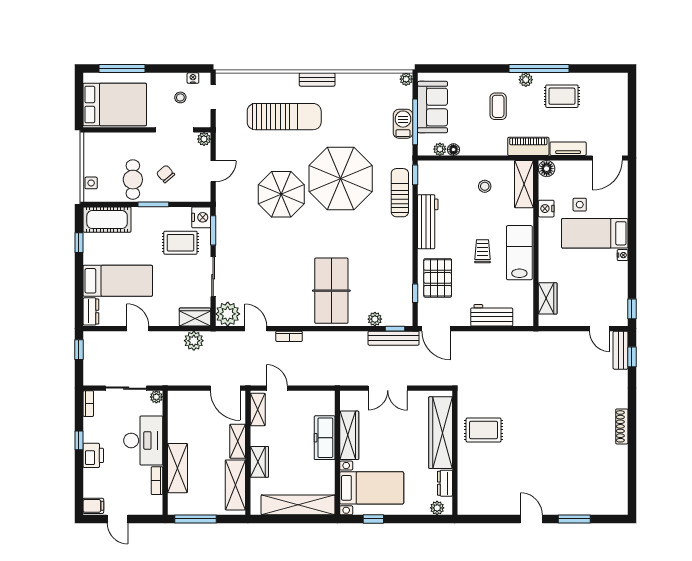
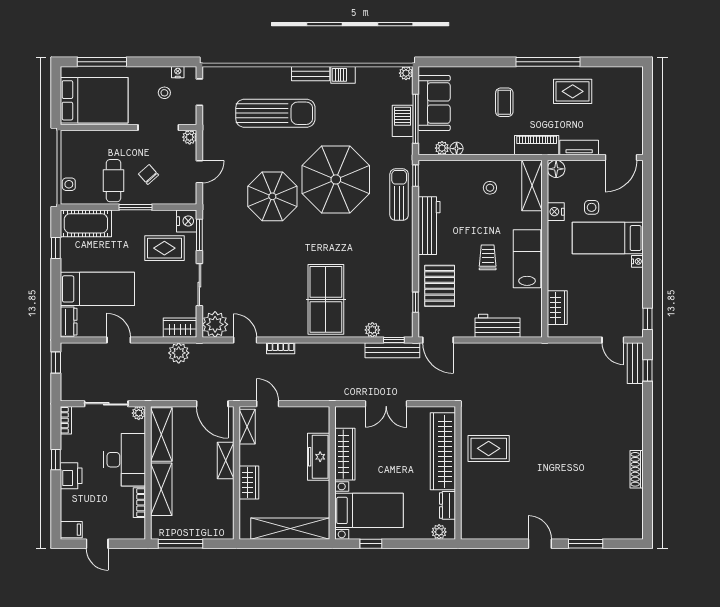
plant: (526, 80) -> (534, 74), removed
barbecue: (347, 81) -> (343, 75), added
shoe rack: (622, 426) -> (637, 469), moved
shelving: (235, 485) -> (161, 434), moved

